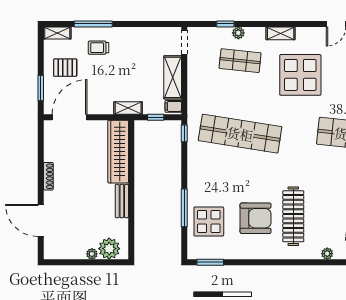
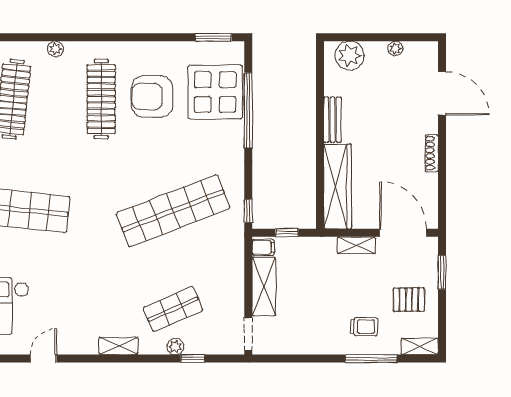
shop shelf: (240, 61) -> (173, 309), turned -30
display table: (300, 75) -> (92, 290), removed
shelving: (128, 108) -> (356, 245), moved
door: (70, 117) -> (403, 233), swing flipped
shop shelf: (240, 134) -> (173, 211), turned -30
window: (184, 208) -> (248, 110), width x1.46
display table: (209, 222) -> (215, 92), width x1.36, depth x1.36
plant: (92, 254) -> (395, 48), moved

